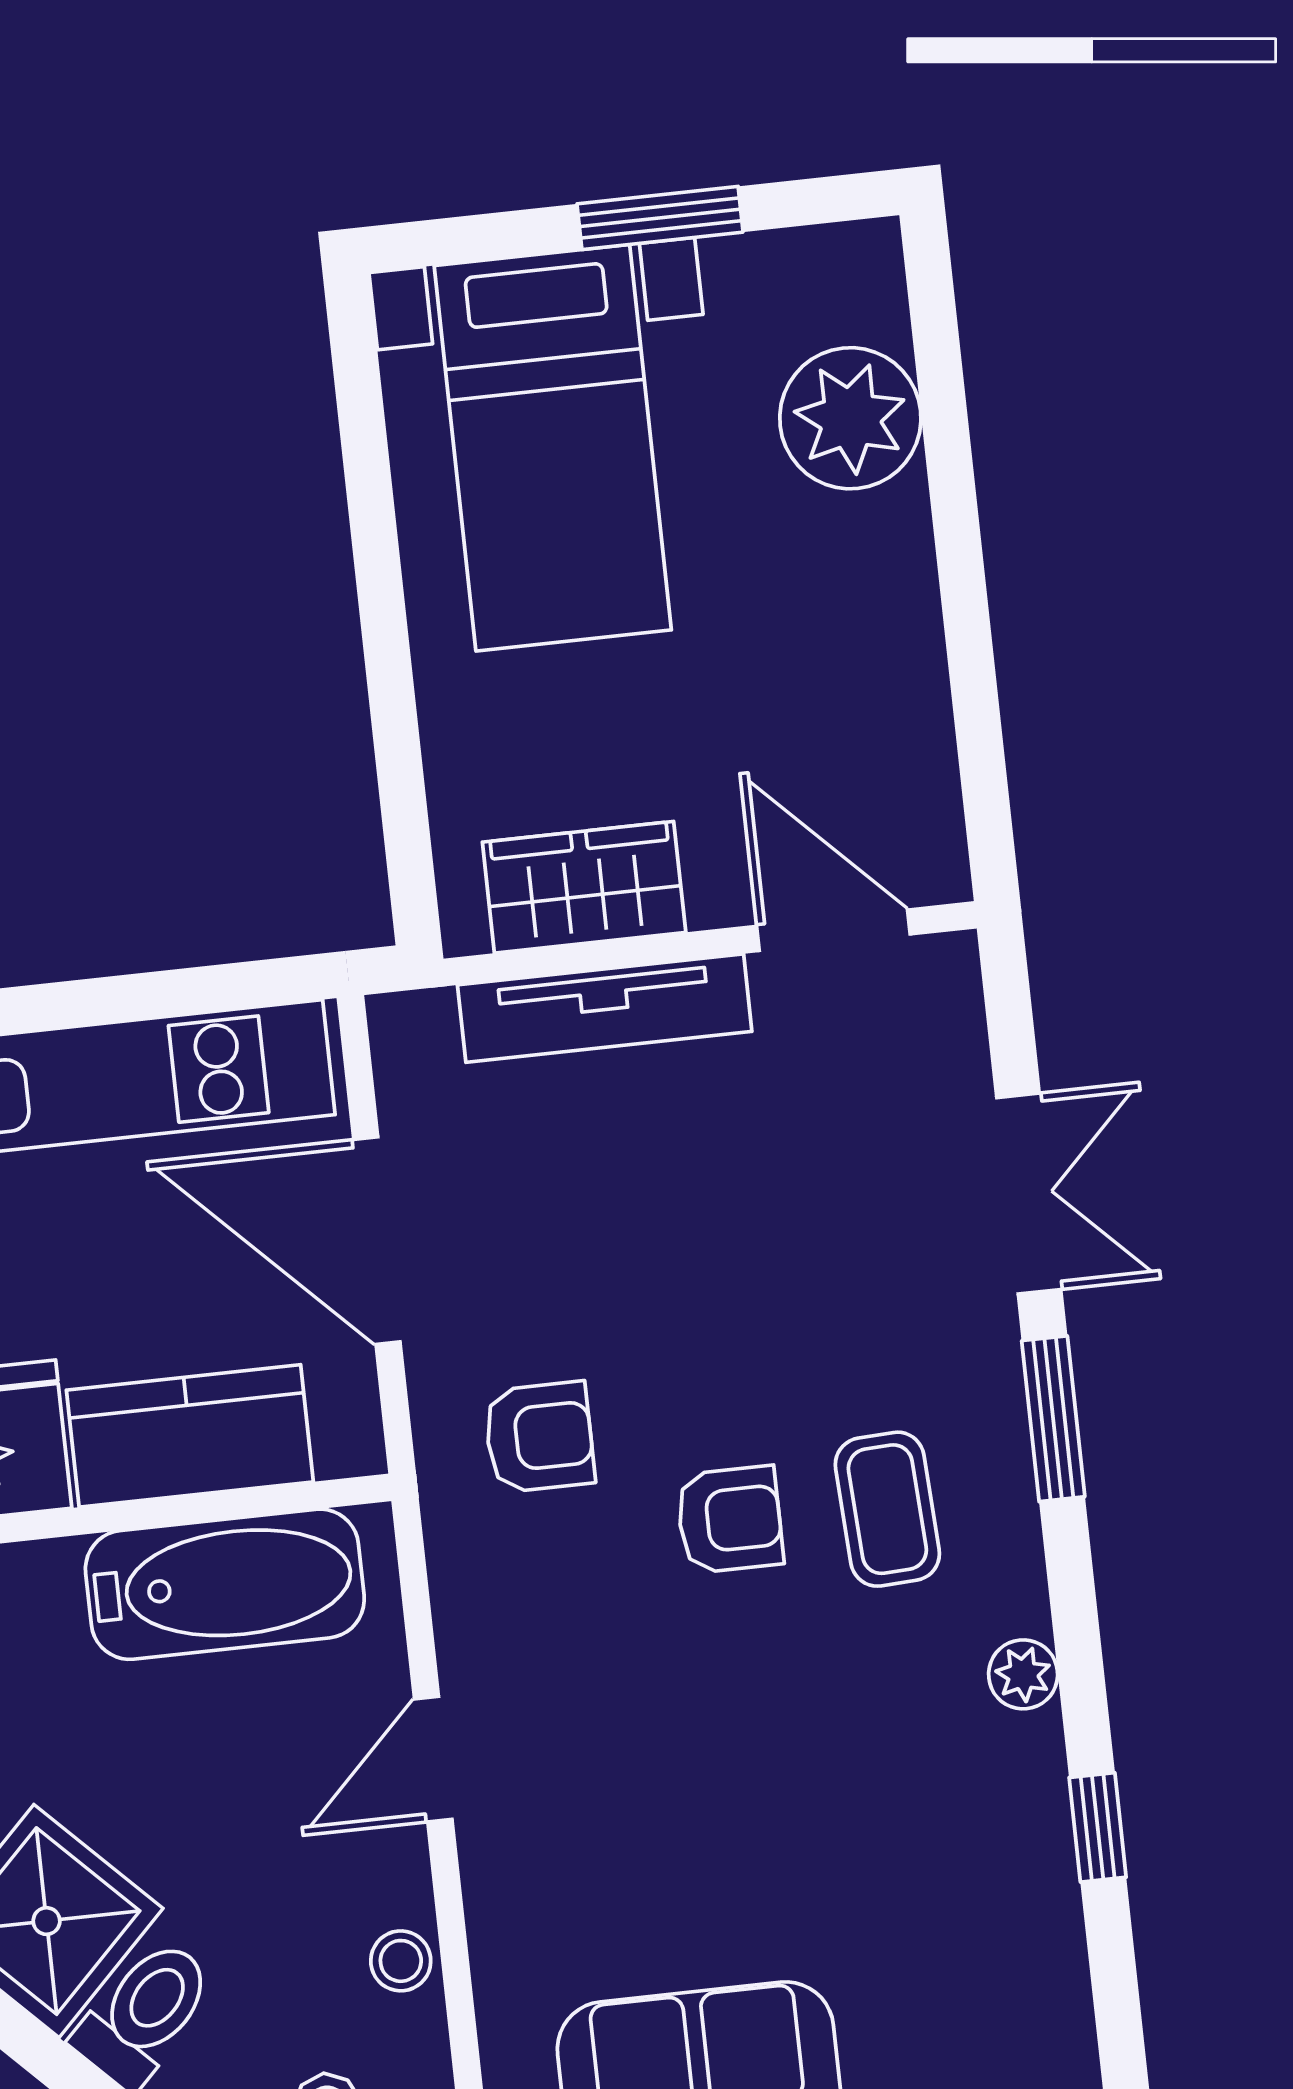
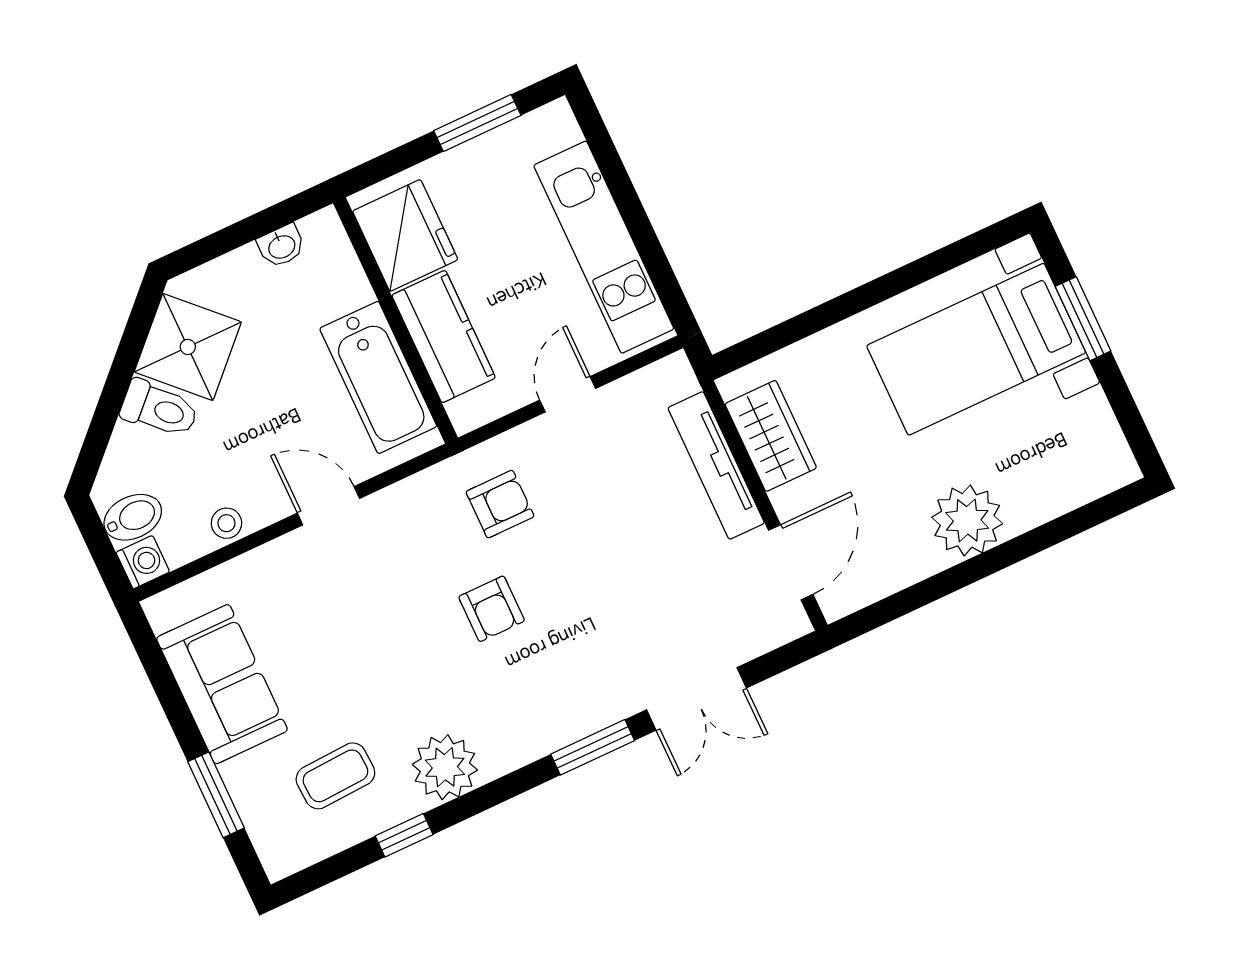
window: (660, 218) -> (1083, 319), moved
plant: (850, 418) -> (967, 520), moved
door: (377, 1241) -> (568, 394), width x0.53
armchair: (539, 1437) -> (500, 504), turned -90
coffee table: (887, 1509) -> (335, 776), moved
plant: (1023, 1674) -> (445, 767), width x1.88, depth x1.88

